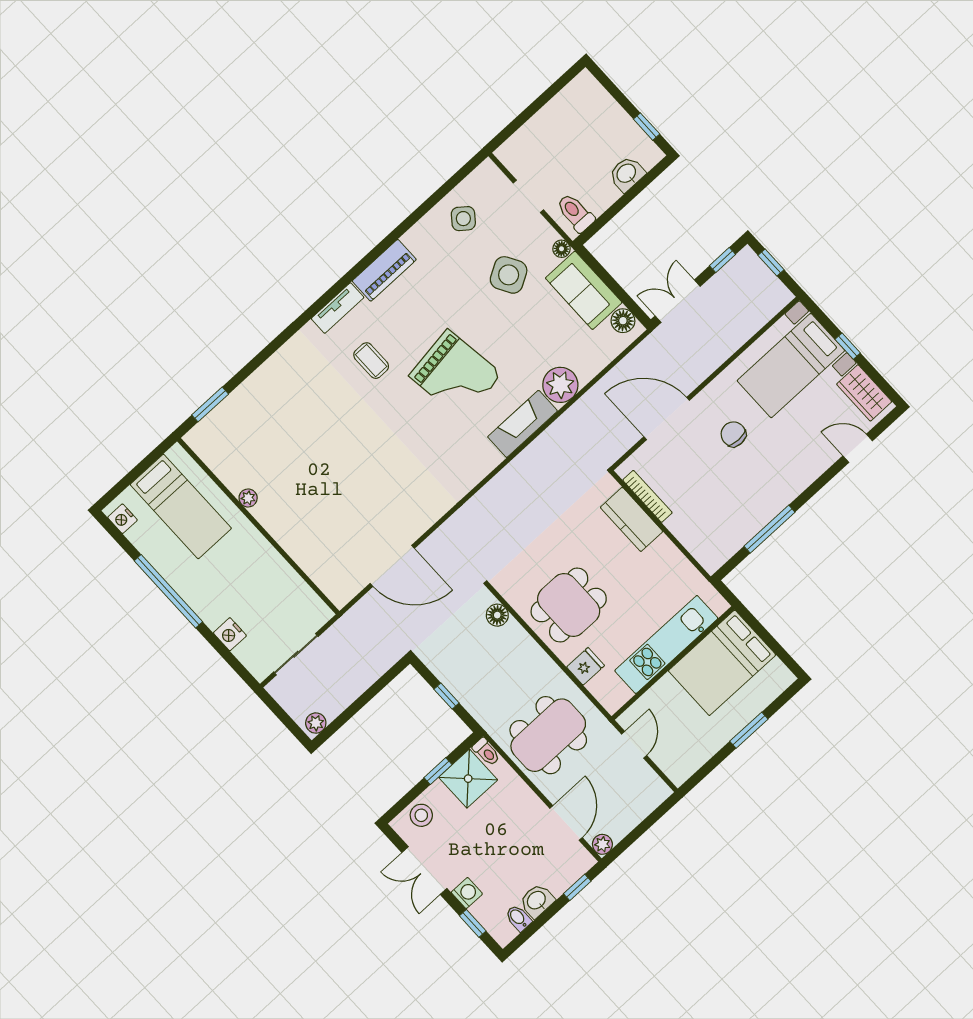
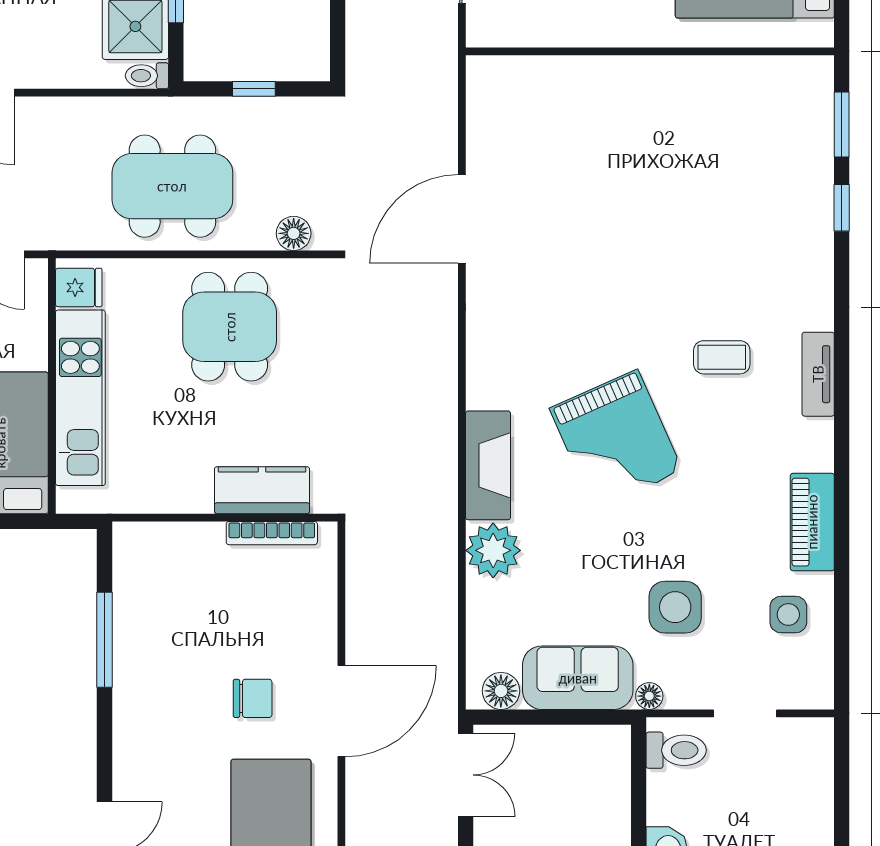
side table: (463, 219) -> (788, 615), turned -38
piano: (384, 270) -> (812, 522), moved
side table: (509, 275) -> (675, 607), turned 30
window: (249, 369) -> (842, 208), added
grand piano: (455, 375) -> (616, 440), turned -106
door: (667, 418) -> (341, 711), moved
plant: (248, 498) -> (693, 69), removed
door: (392, 566) -> (462, 219), moved
fridge: (586, 666) -> (79, 287), moved, turned -90
dining table: (548, 735) -> (172, 186), moved, turned 90

